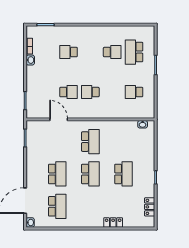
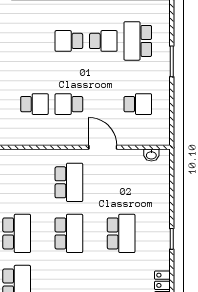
school desk: (69, 52) -> (69, 41), moved
school desk: (134, 92) -> (138, 104), turned 180
door: (59, 119) -> (103, 147), moved

